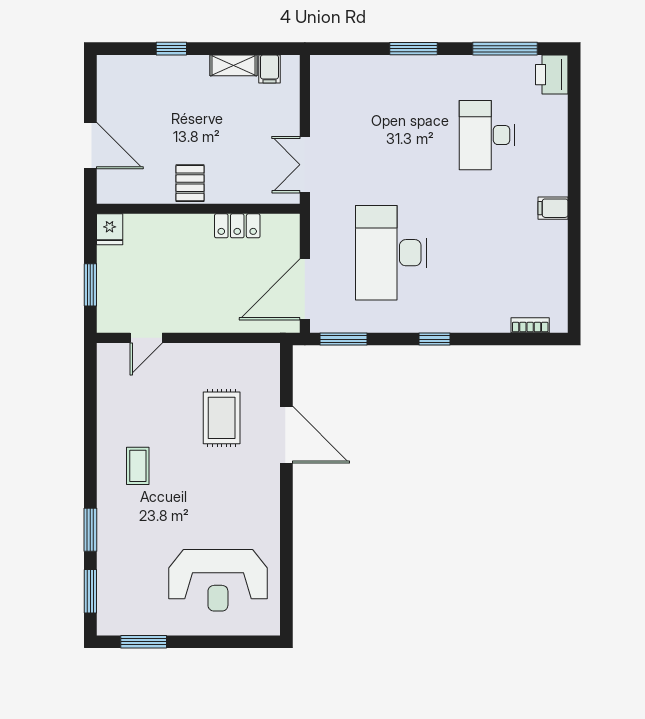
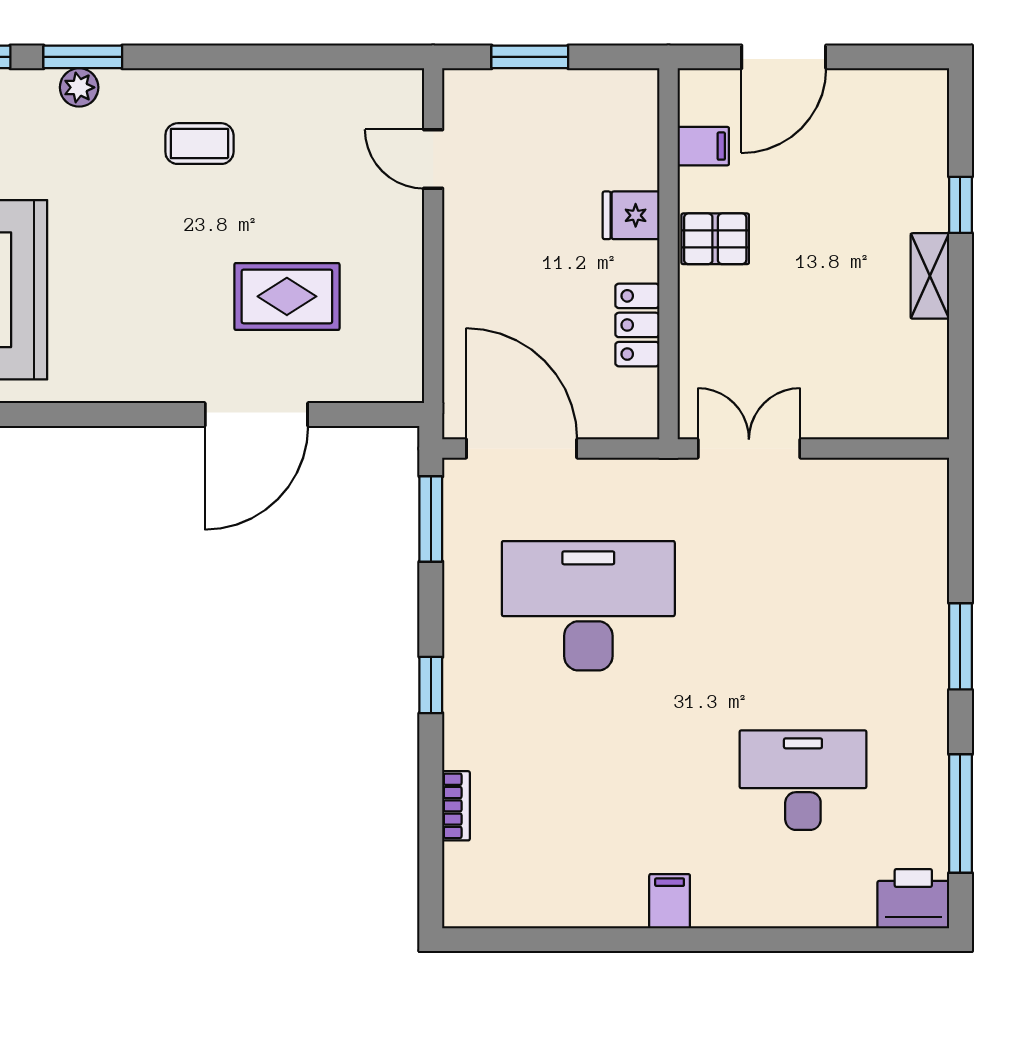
shelving: (234, 65) -> (930, 276), moved
filing cabinet: (269, 69) -> (703, 146), moved, turned 180
fridge: (110, 229) -> (631, 215), moved
bookcase: (530, 325) -> (456, 806), moved
plant: (107, 532) -> (79, 87), added

